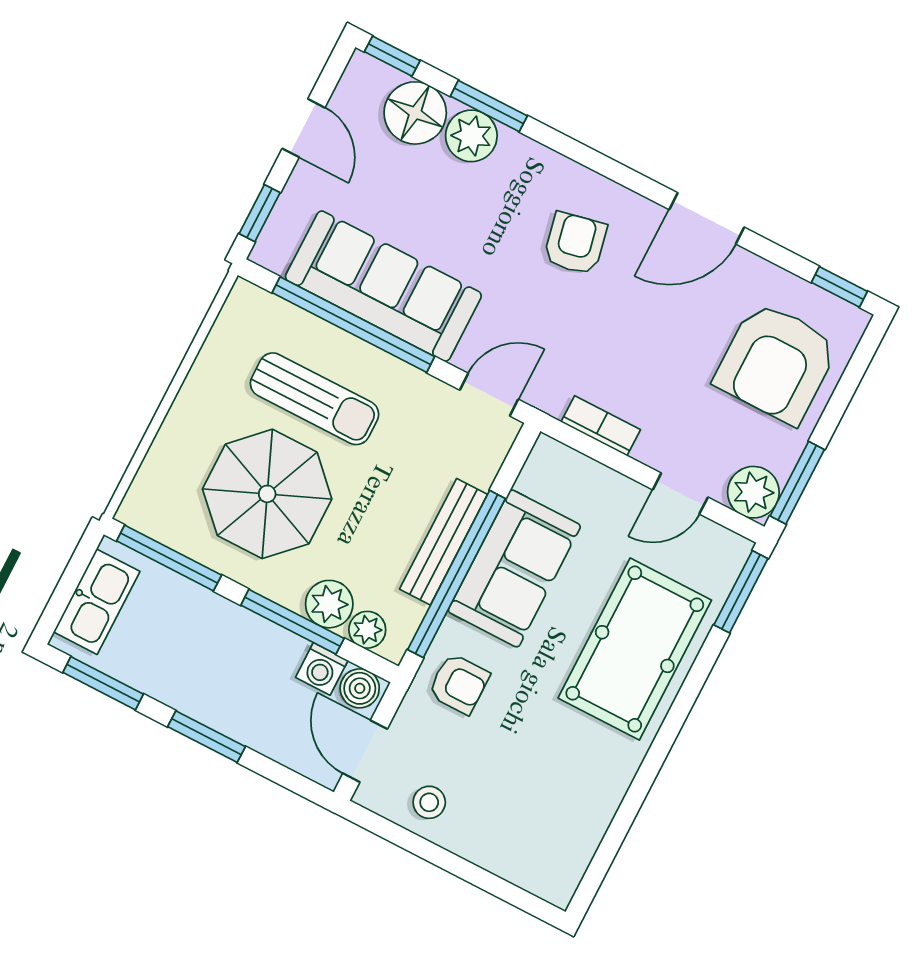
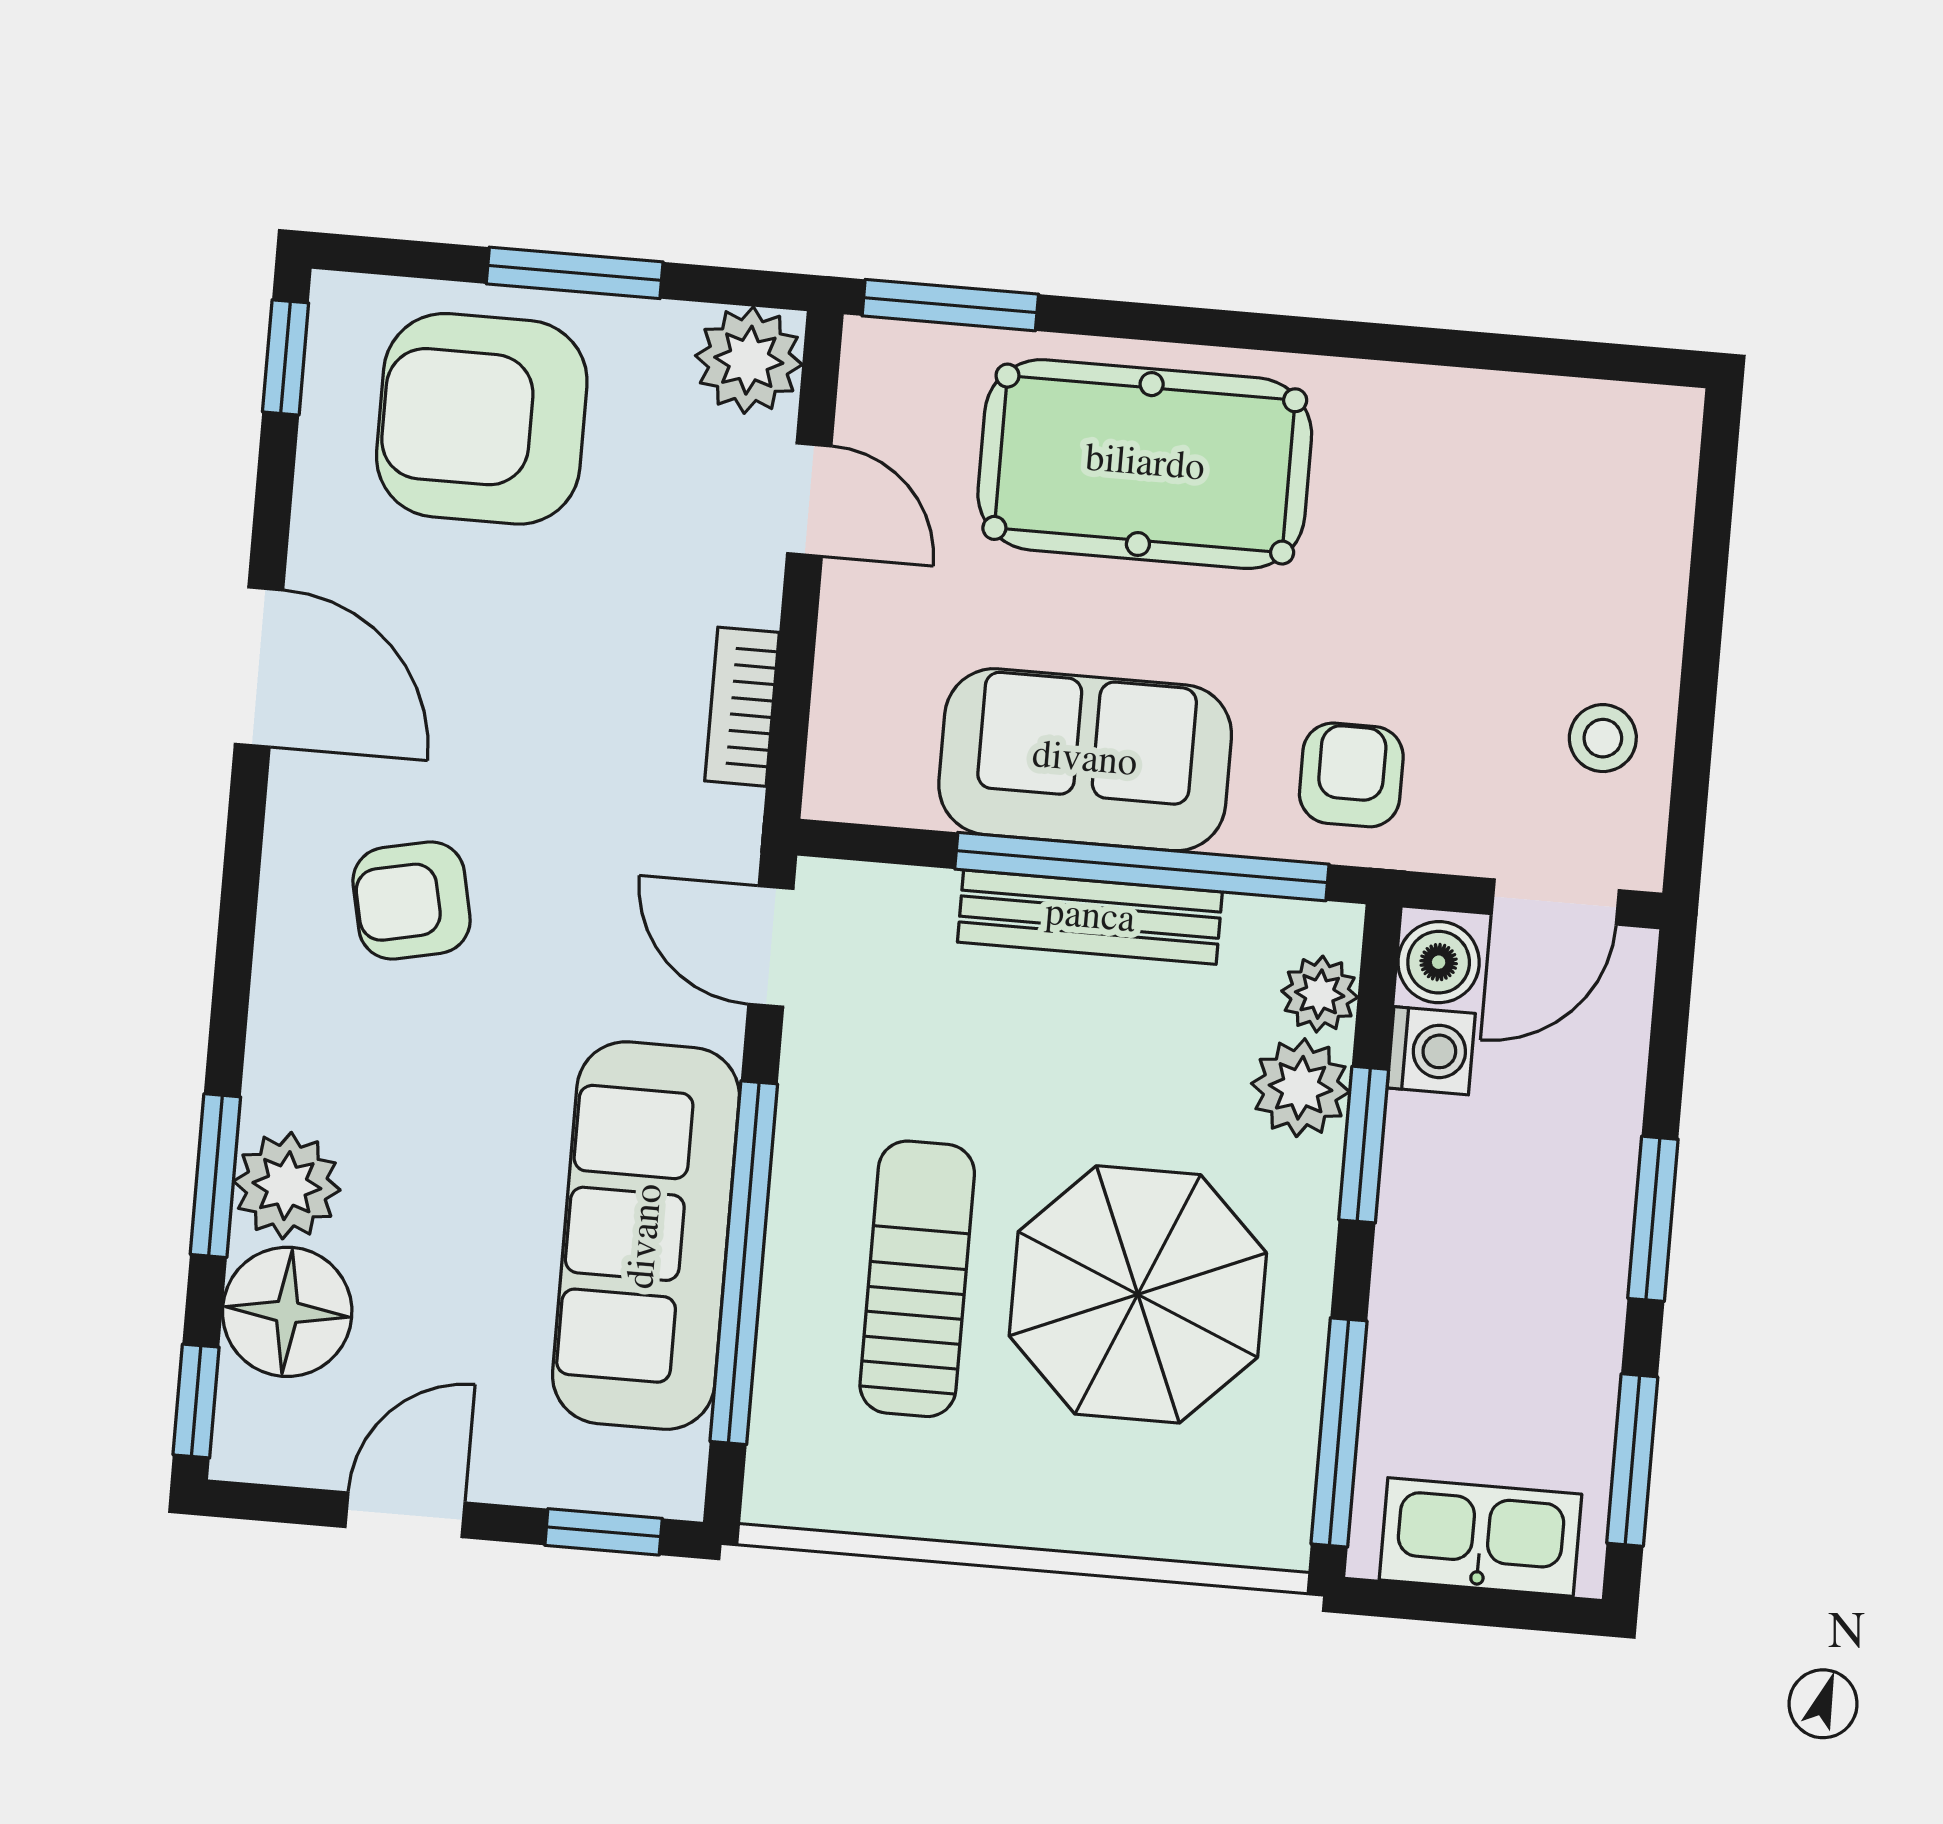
armchair: (776, 363) -> (482, 419), turned 180
window: (797, 483) -> (575, 273), moved
window: (292, 622) -> (1364, 1145), width x0.69

